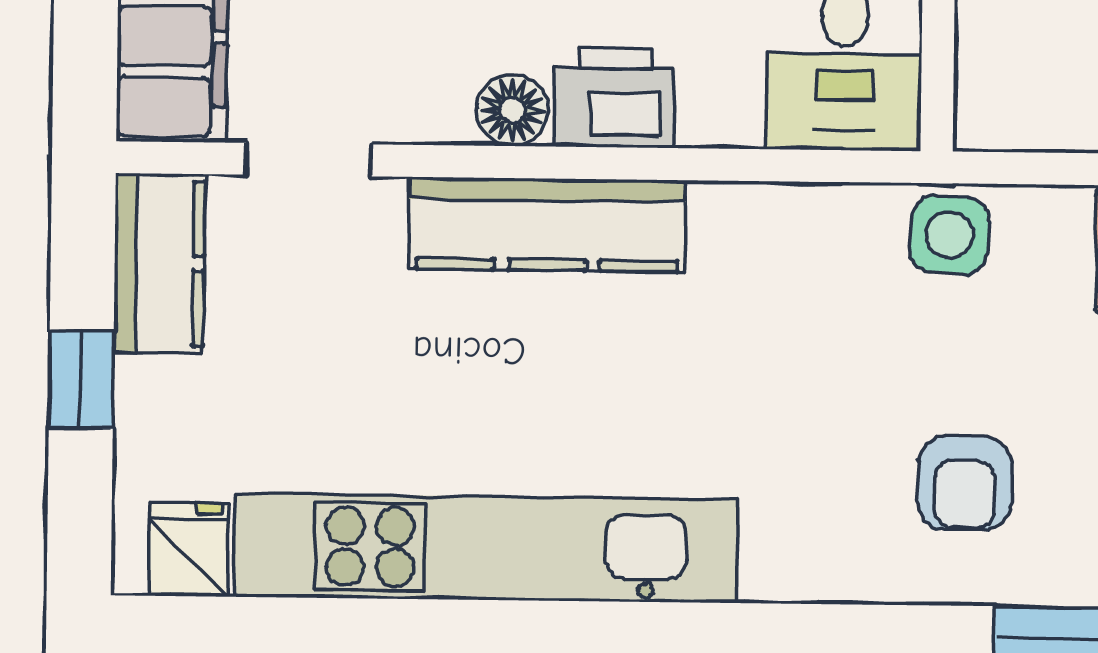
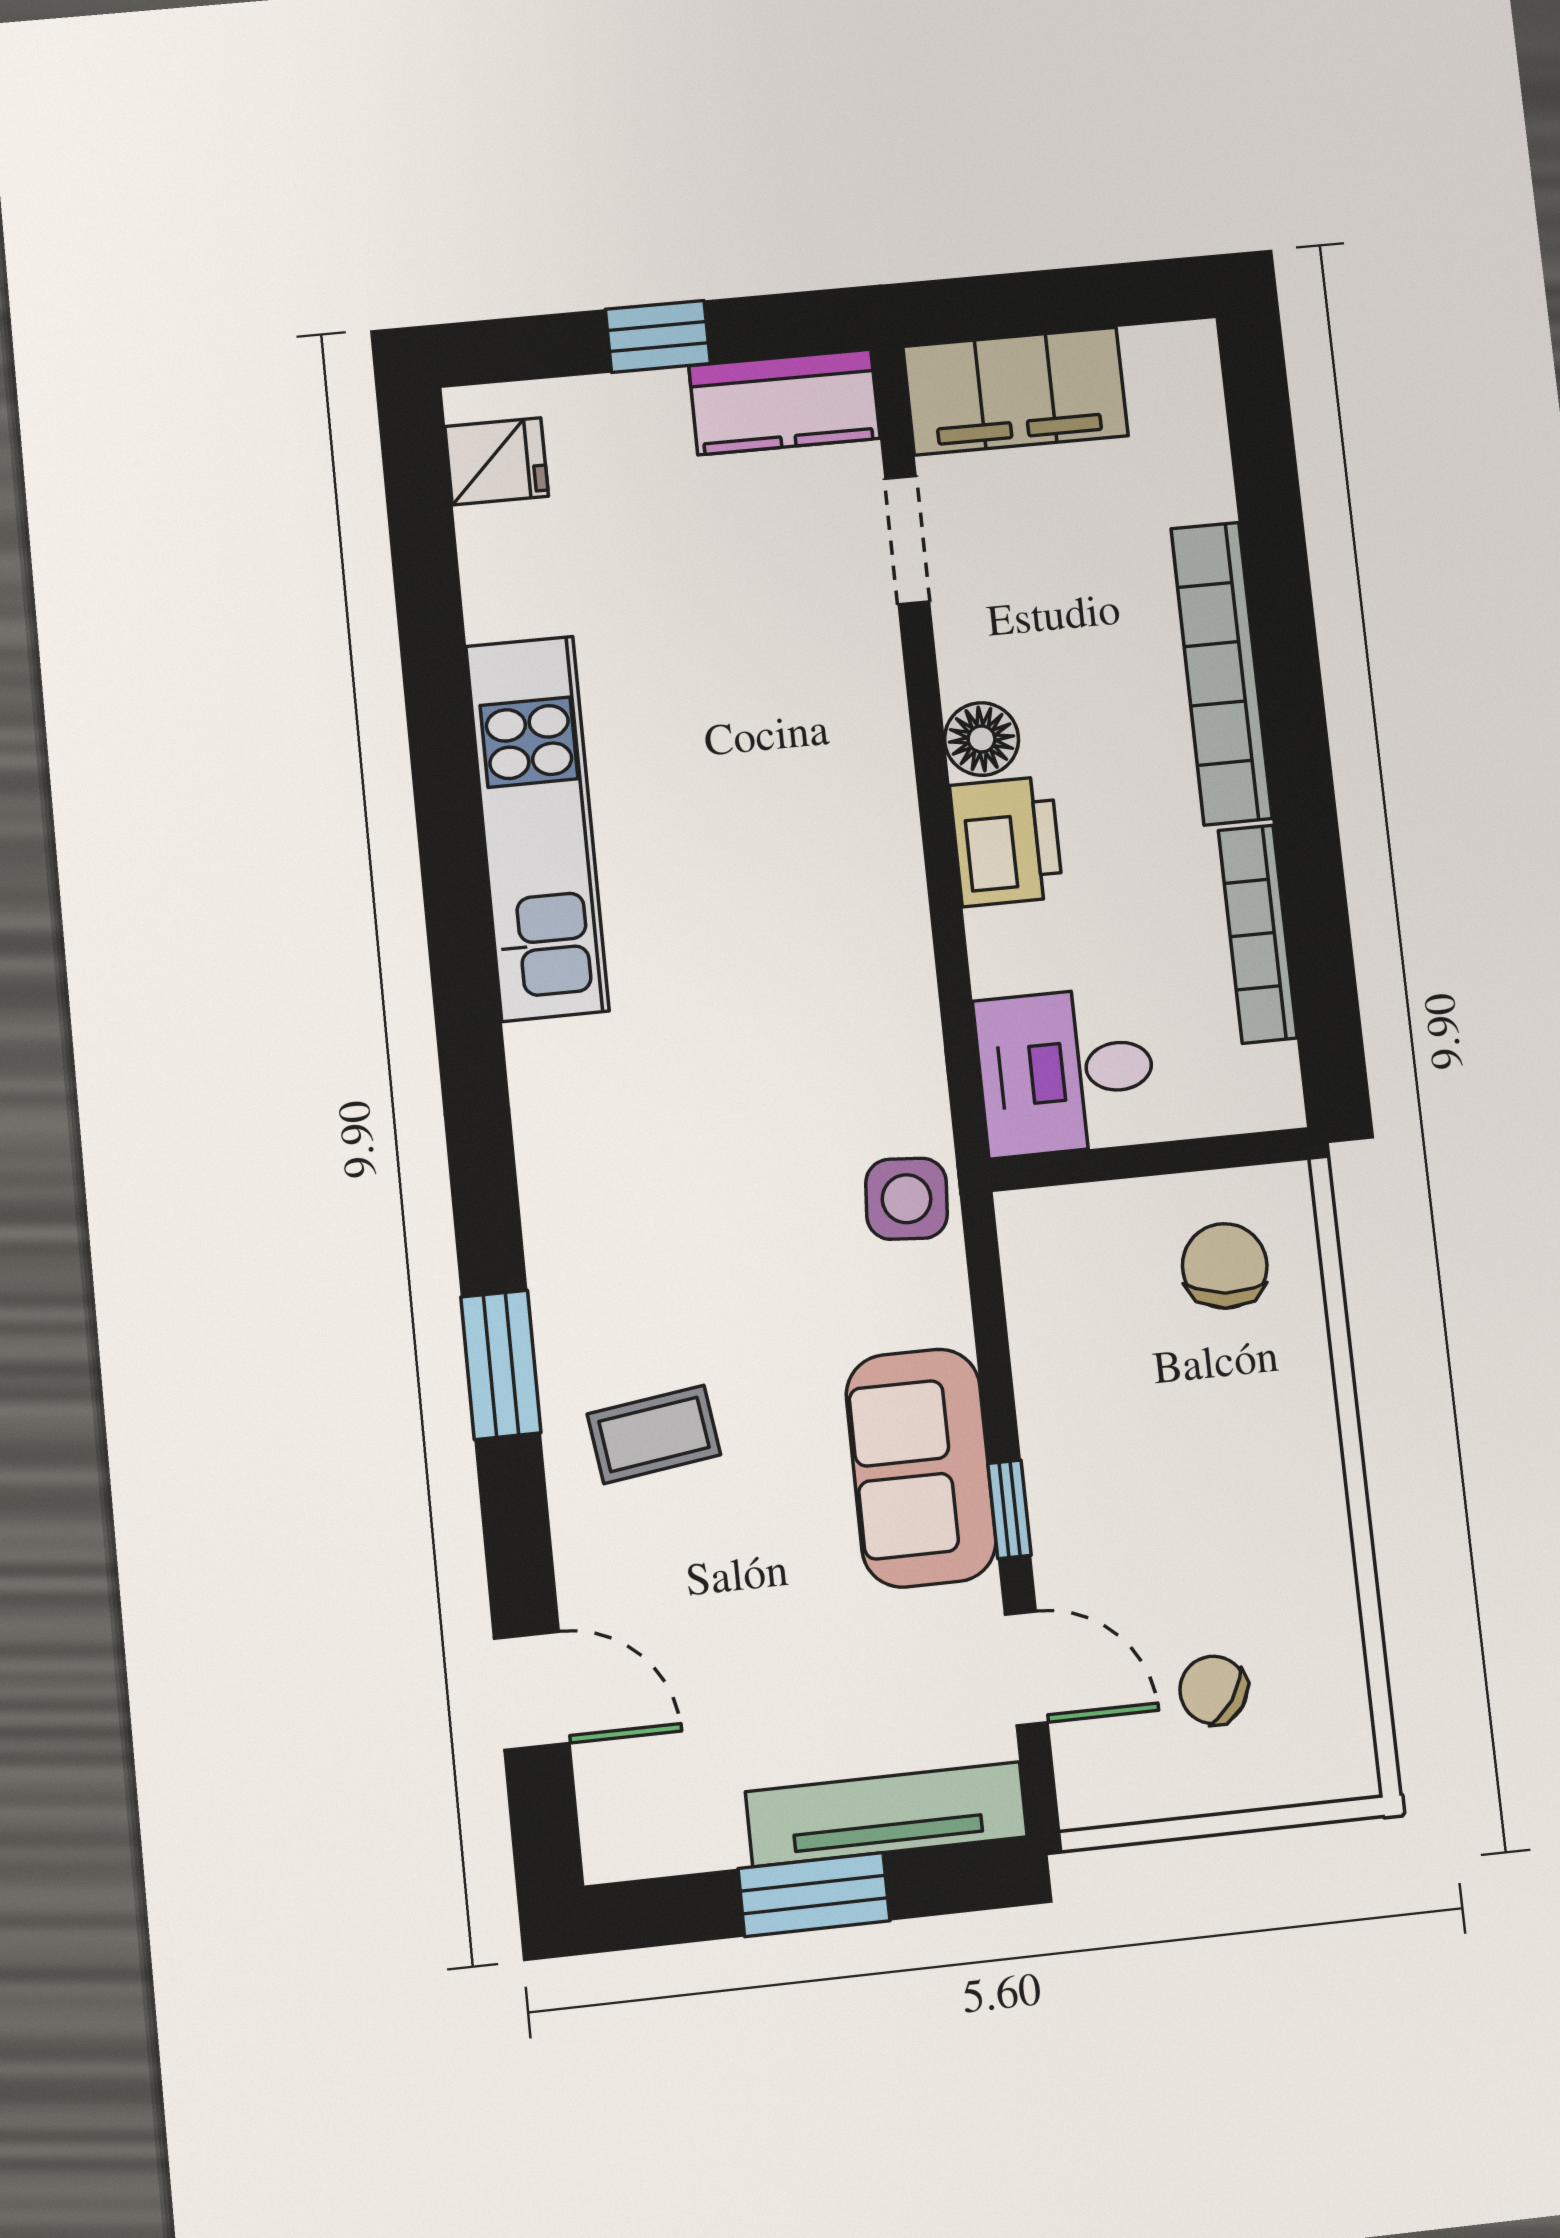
kitchen counter: (547, 224) -> (869, 787), removed
armchair: (965, 483) -> (652, 1244), removed
kitchen unit: (485, 548) -> (537, 828), width x0.73

